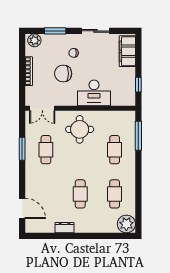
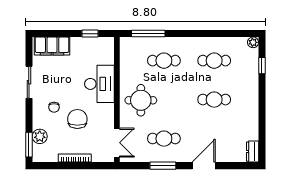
window: (55, 31) -> (29, 145), moved
plant: (34, 40) -> (40, 136), moved
chair: (63, 74) -> (77, 119), turned 180
door: (22, 208) -> (204, 166), moved
plant: (126, 224) -> (253, 42), width x0.53, depth x0.53
dresser: (64, 228) -> (253, 152), moved
window: (110, 236) -> (262, 66), added

